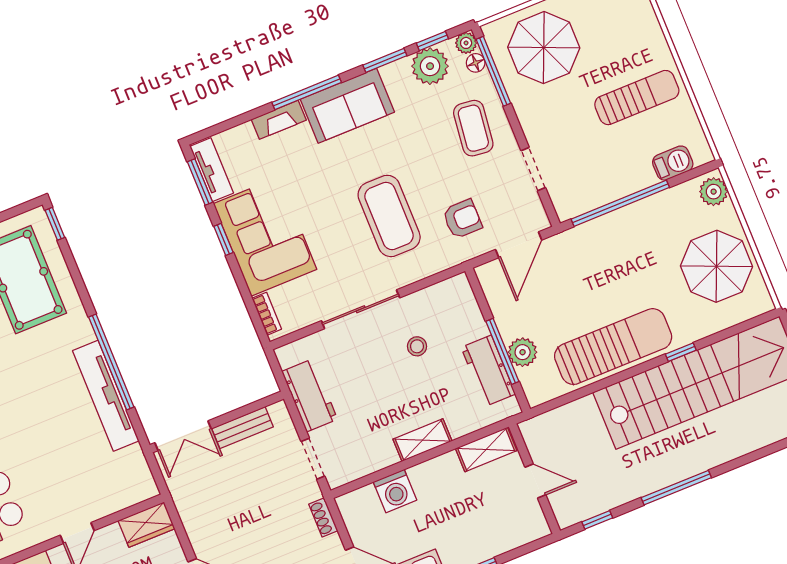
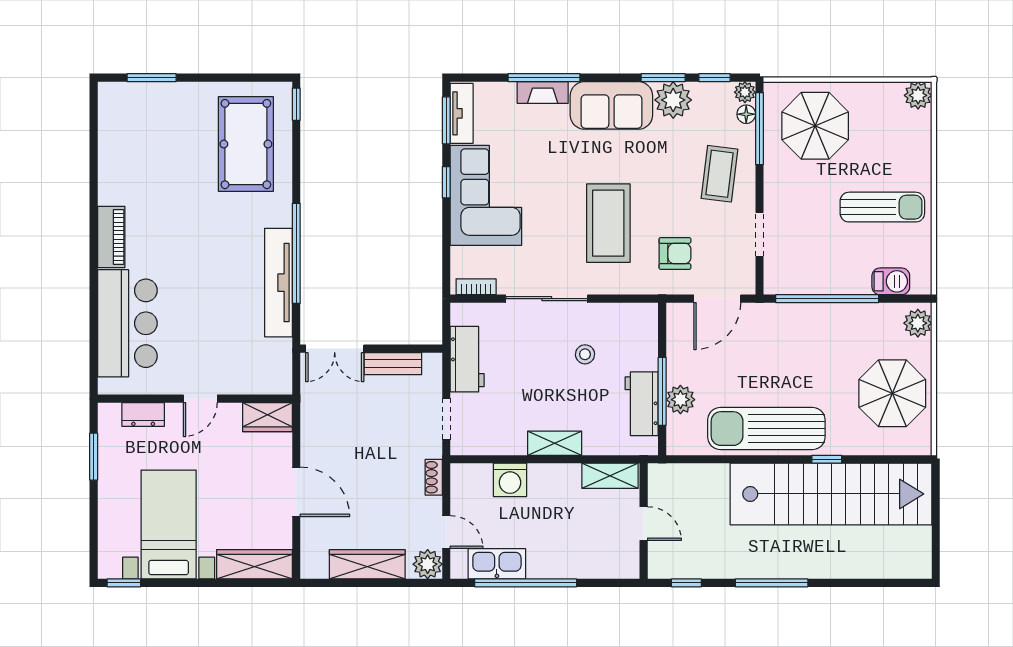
plant: (430, 66) -> (673, 100), moved
window: (307, 92) -> (544, 78), moved
bookcase: (267, 314) -> (476, 287), moved, turned -90
sun lounger: (613, 347) -> (766, 429), turned 180

